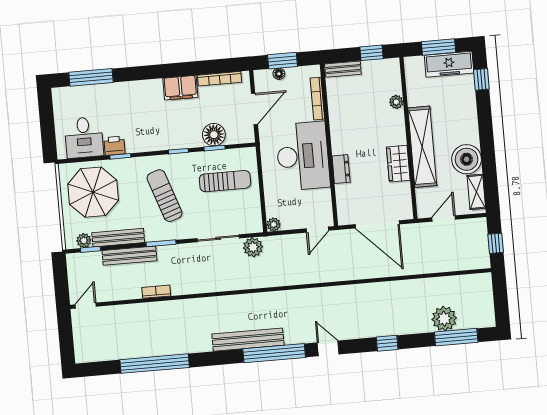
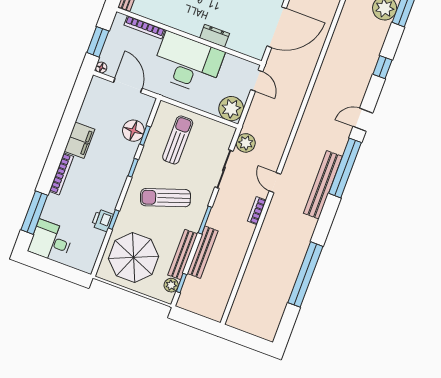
floor lamp: (279, 74) -> (101, 68), moved
bookcase: (220, 79) -> (61, 174), moved
desk: (84, 137) -> (51, 241), moved, turned 180
plant: (274, 224) -> (231, 109), width x1.87, depth x1.87
bookcase: (156, 292) -> (257, 211), moved
door: (86, 306) -> (275, 183), moved

